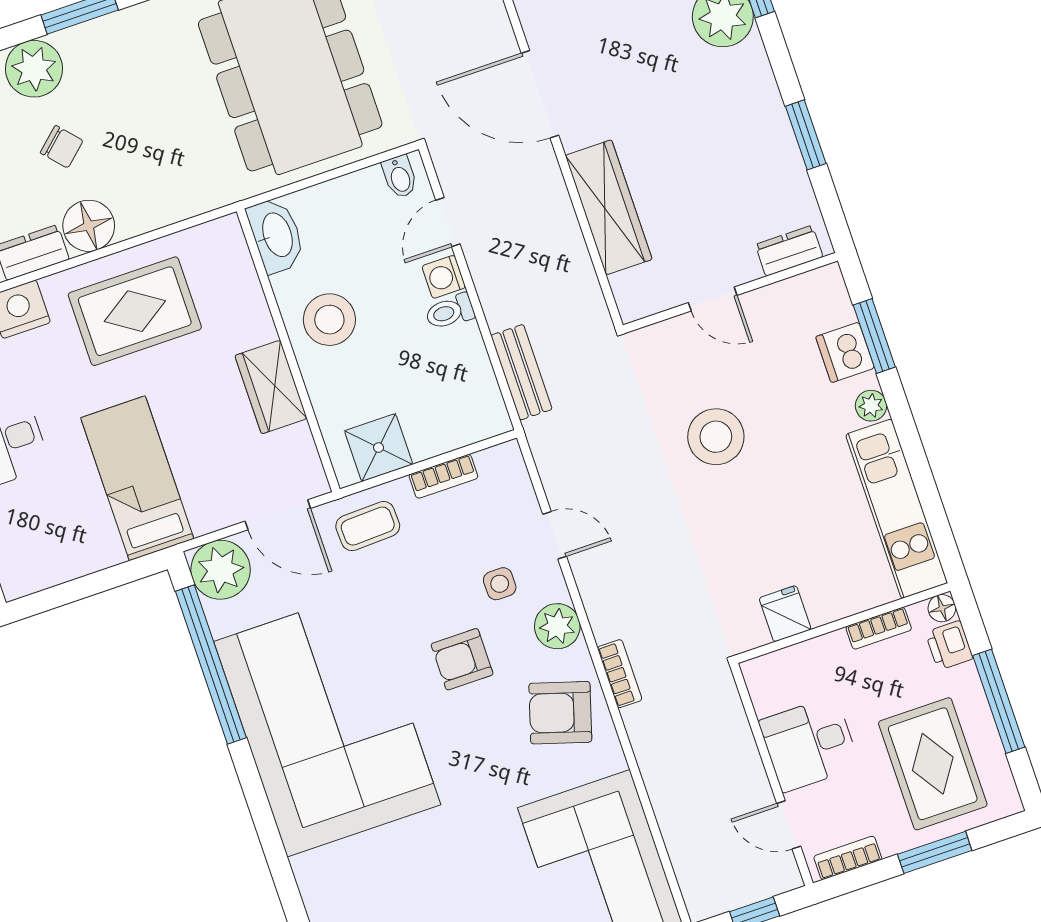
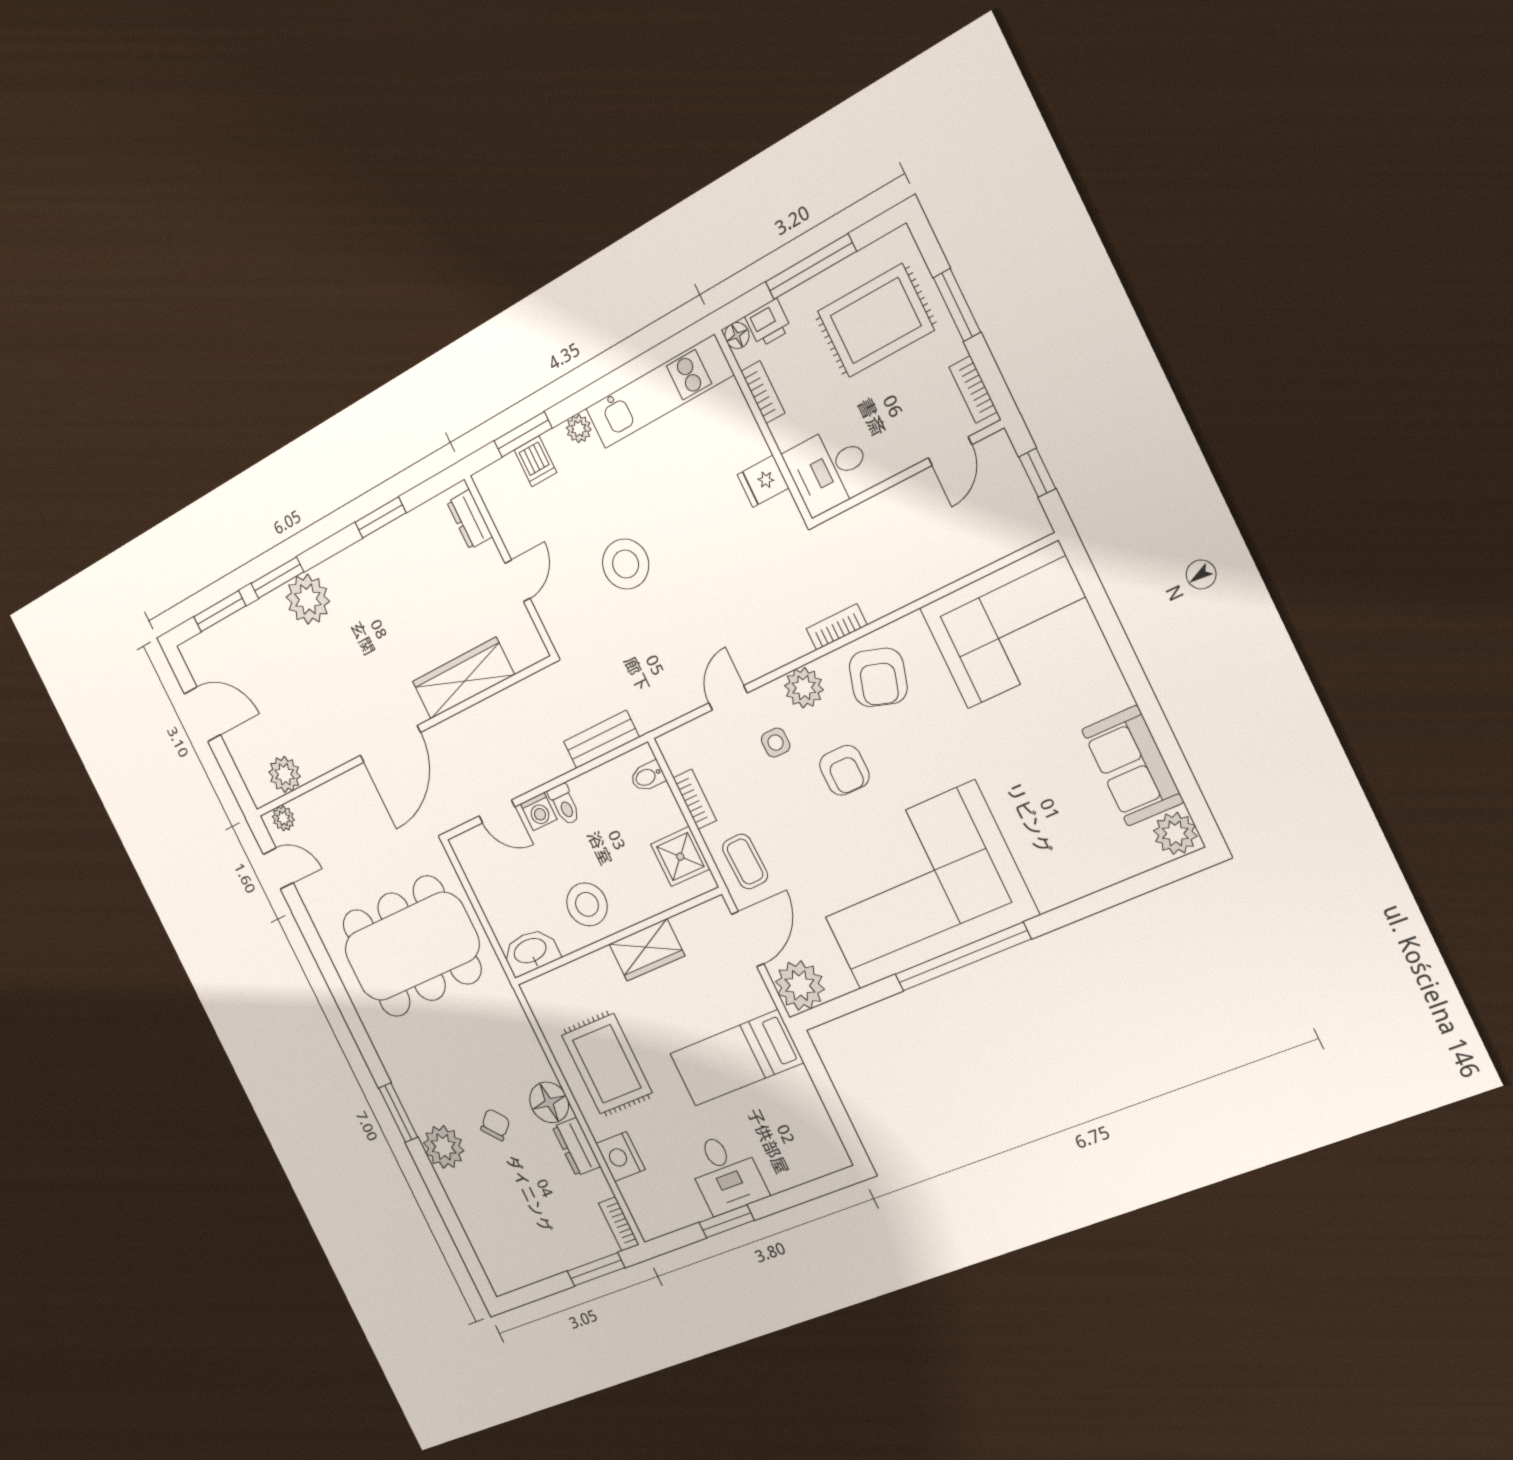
bidet: (400, 177) -> (648, 776), moved, turned 180
dishwasher: (845, 352) -> (535, 461), width x0.73
window: (211, 664) -> (962, 957), moved
desk: (809, 744) -> (829, 469), moved, turned 90

